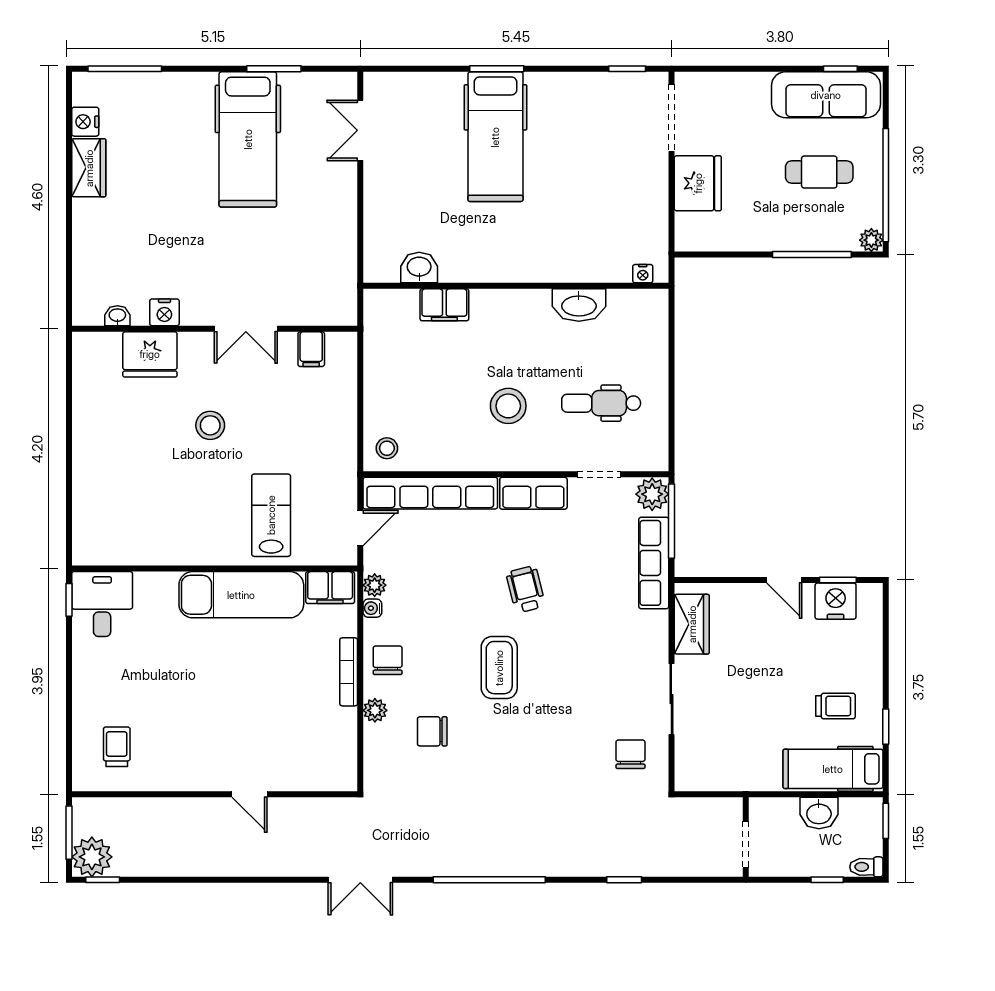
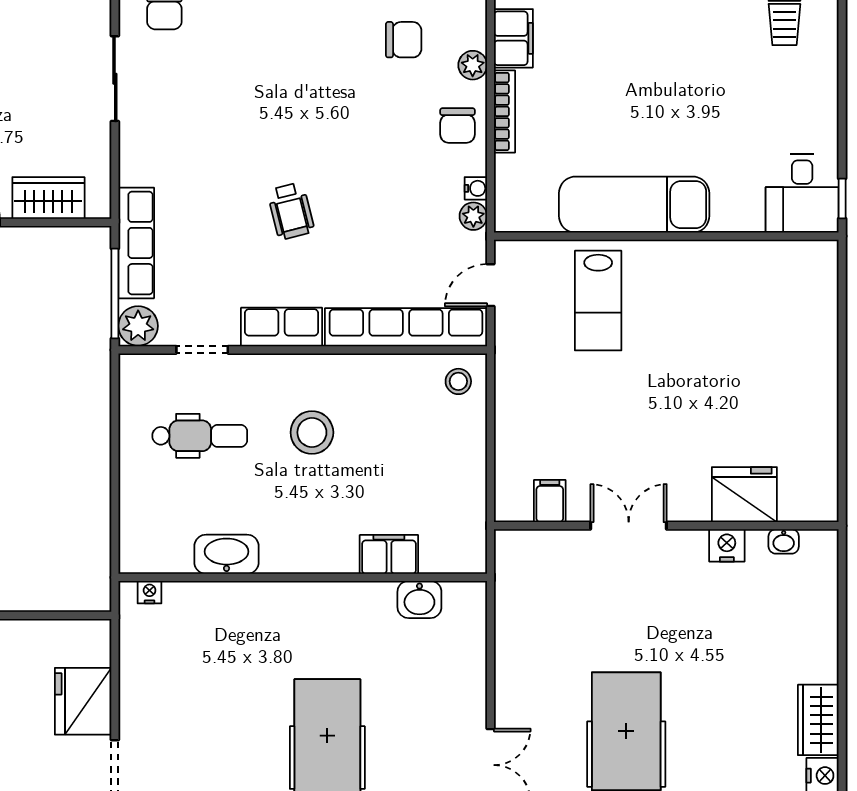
stool: (210, 425) -> (672, 409), removed
filing cabinet: (330, 588) -> (513, 38), moved, turned 90
wardrobe: (692, 624) -> (48, 198), moved, turned 90
coffee table: (499, 668) -> (323, 117), removed

